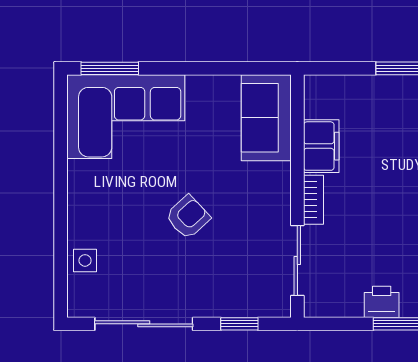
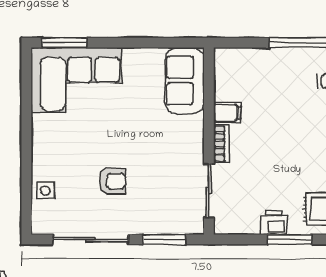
filing cabinet: (321, 146) -> (227, 113), width x0.50
armchair: (188, 217) -> (112, 181), moved, turned 43
window: (239, 324) -> (164, 239), width x1.50

